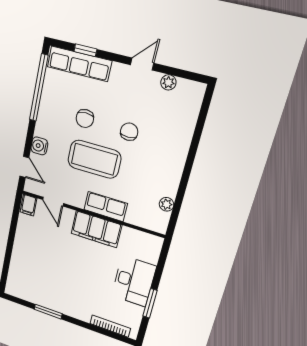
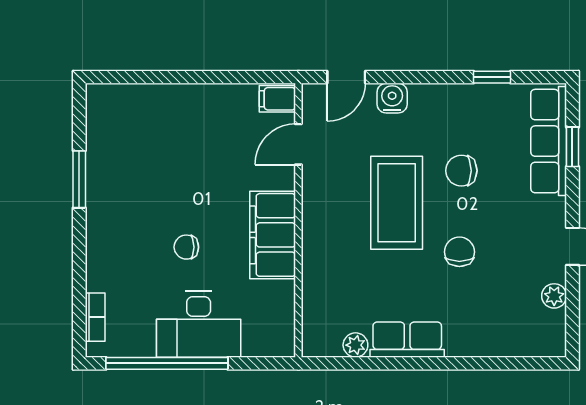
window: (39, 88) -> (492, 77), width x0.32
chair: (129, 132) -> (459, 252), turned -90
row of seats: (106, 207) -> (407, 340), moved, turned -90
chair: (92, 274) -> (186, 247), added
window: (150, 303) -> (167, 363), width x2.11
bookcase: (110, 326) -> (95, 317), width x0.64

